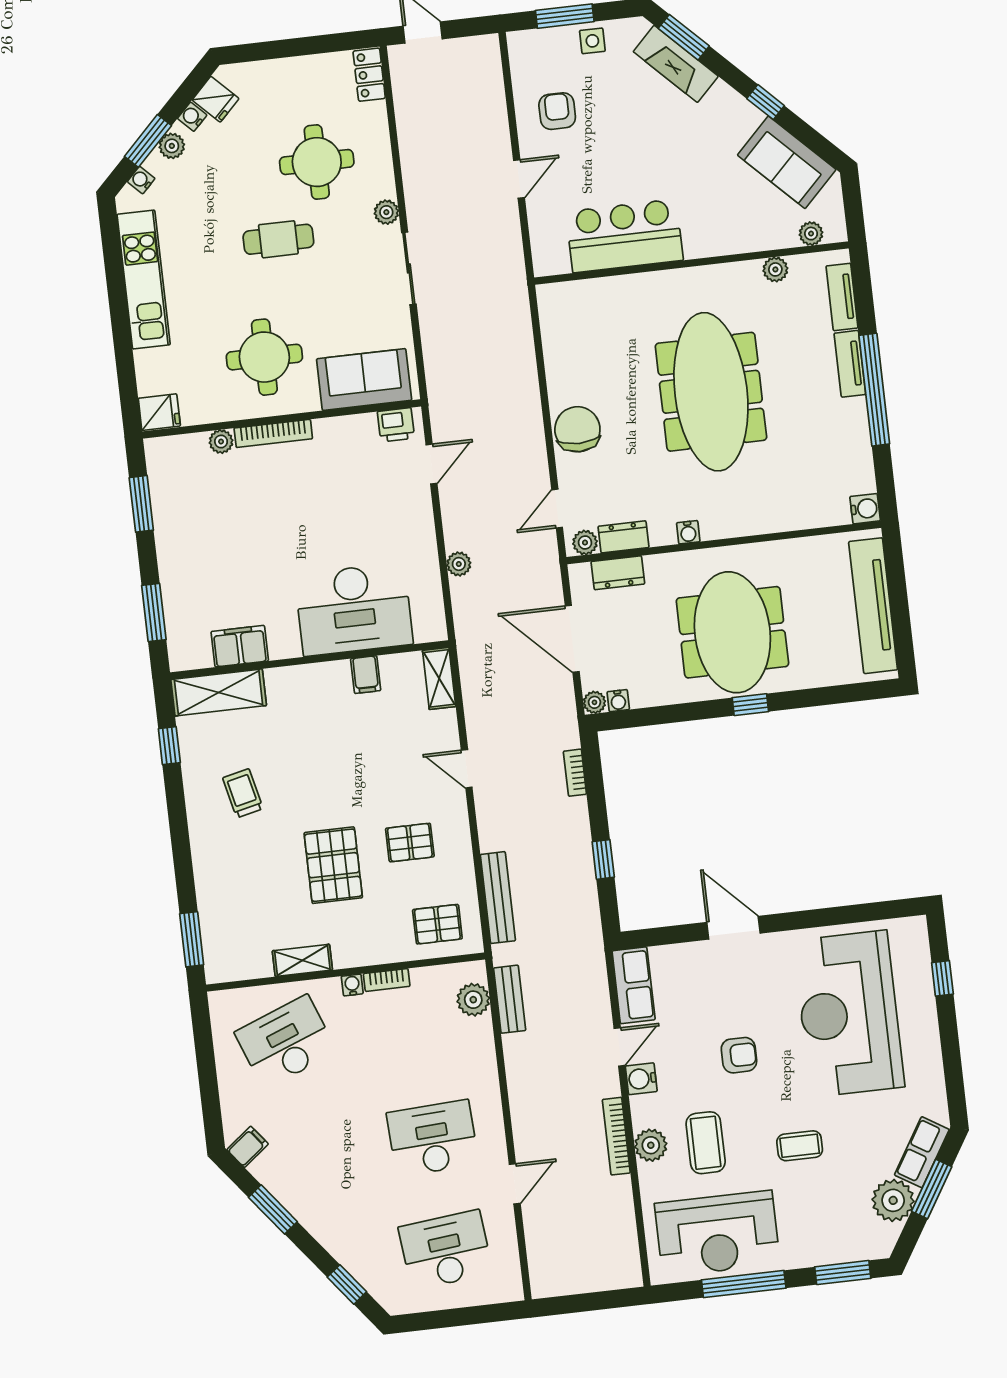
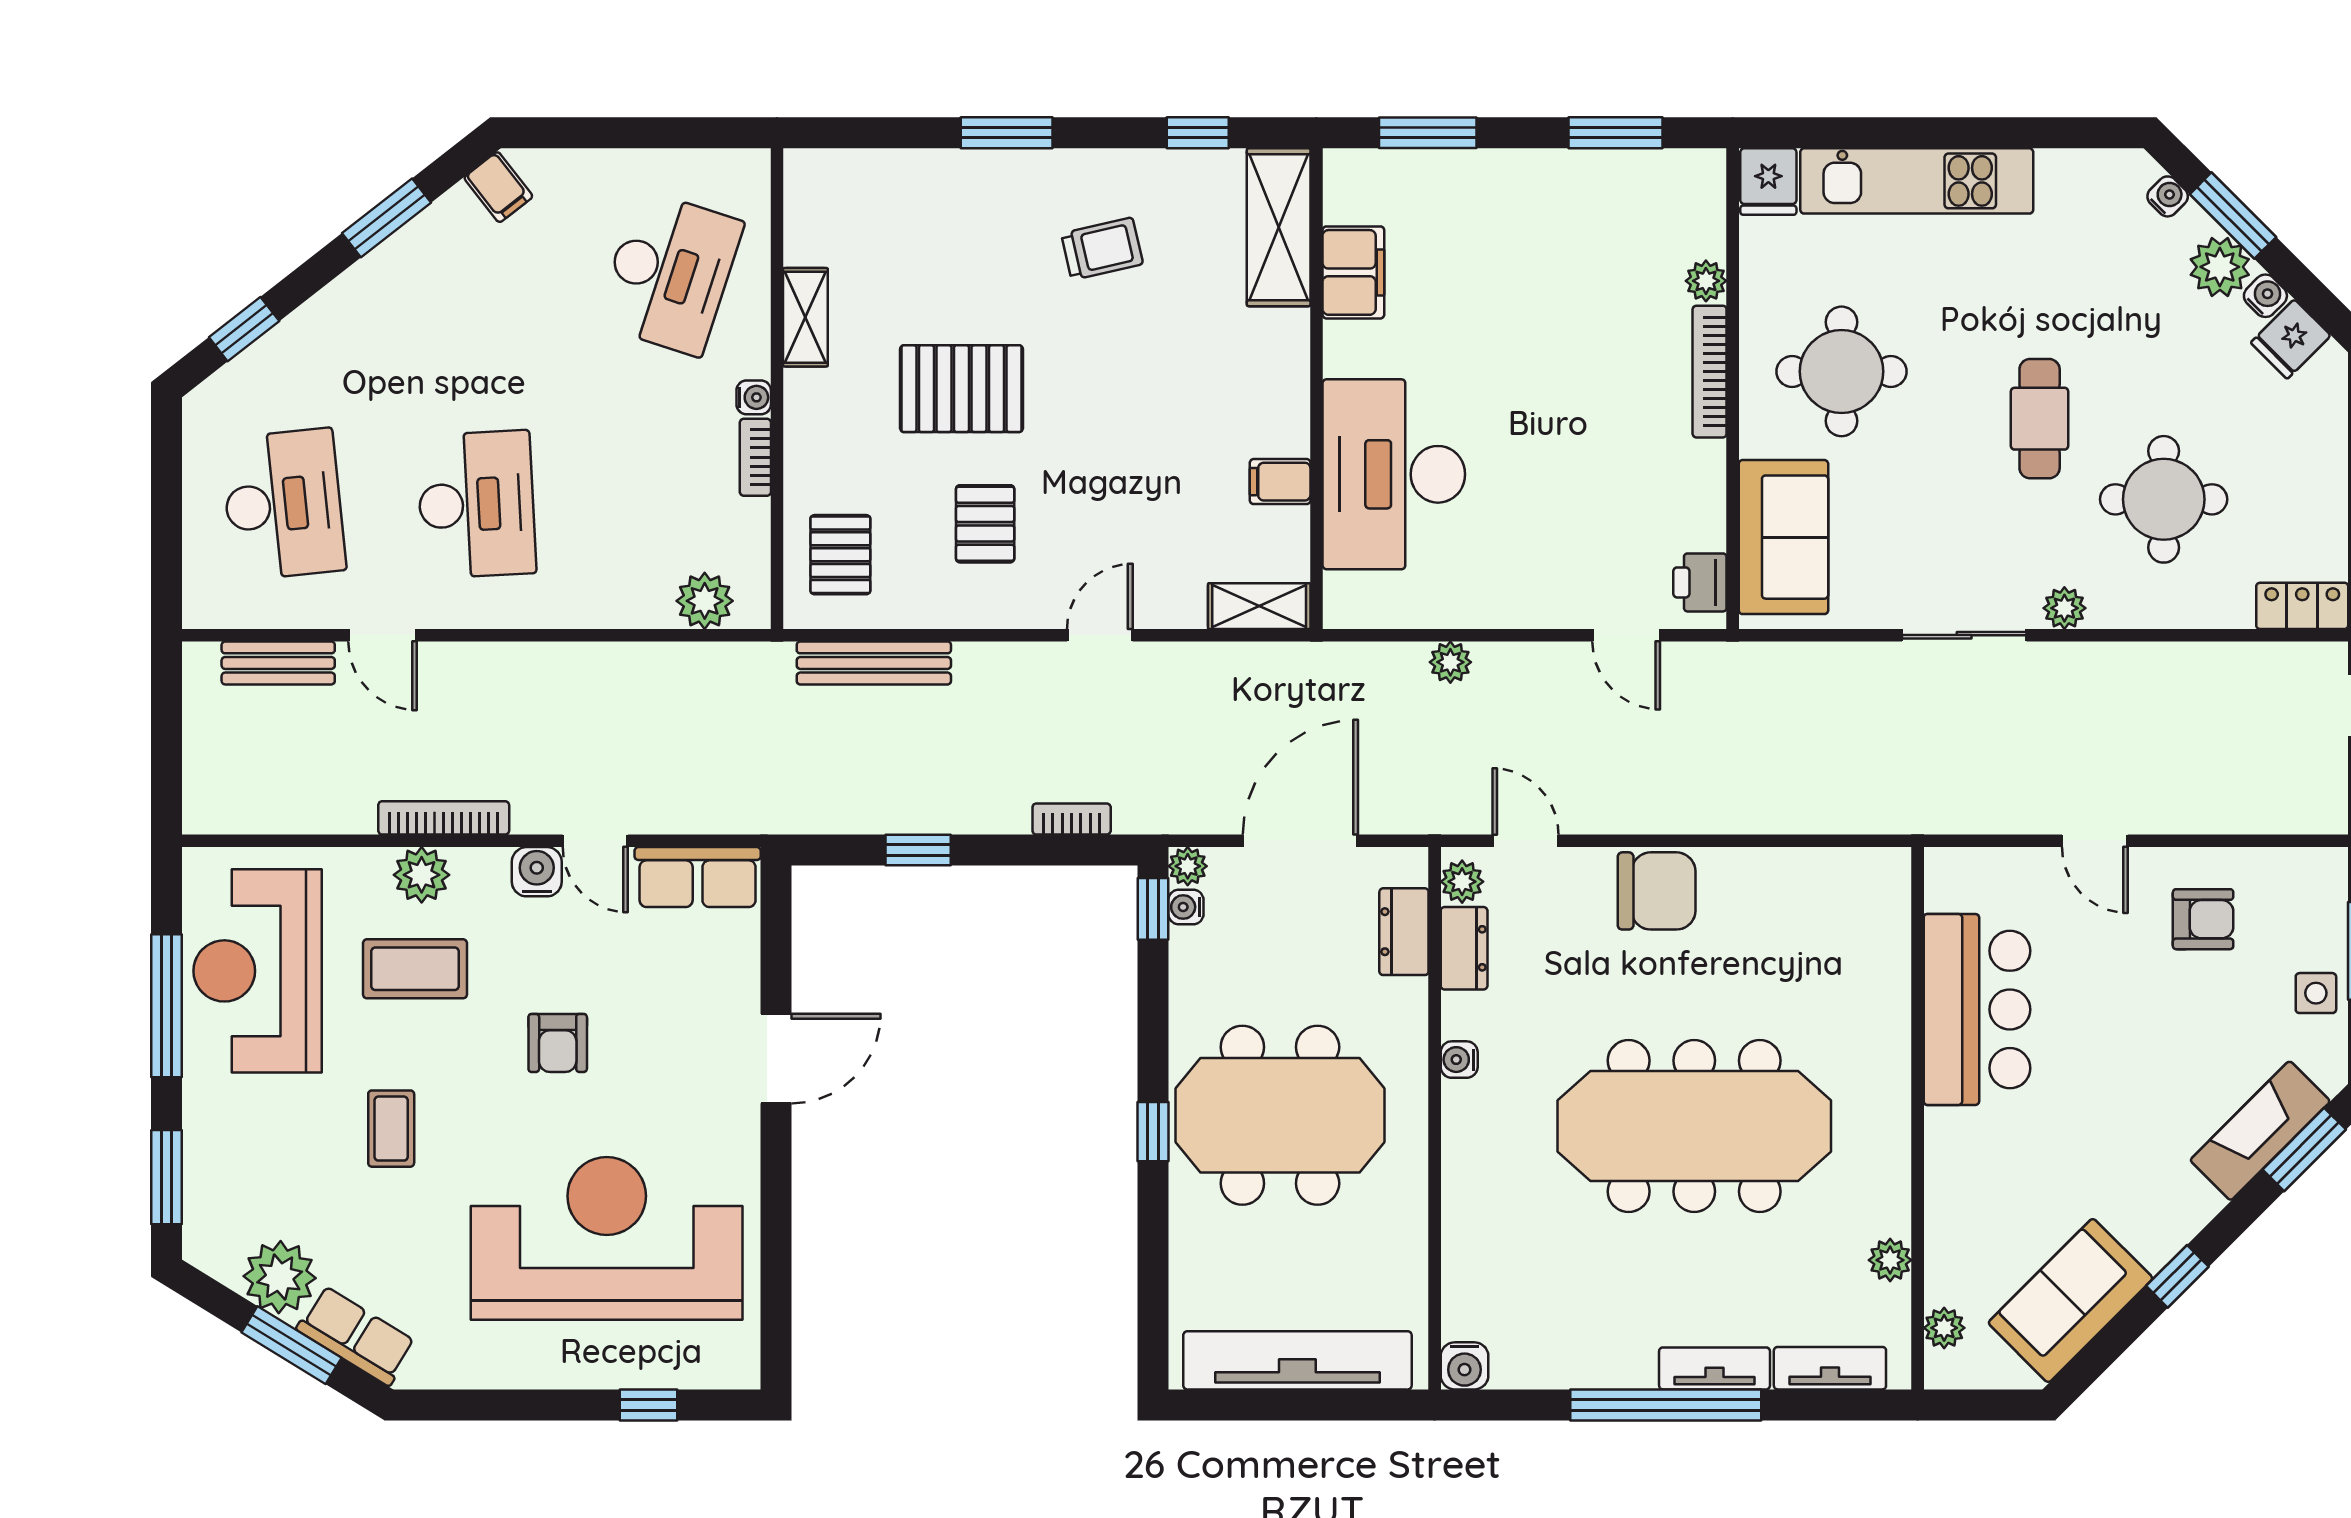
plant: (172, 146) -> (2220, 267), width x1.38, depth x1.38
kitchen unit: (144, 280) -> (1917, 181), moved
window: (621, 720) -> (1153, 909), added
window: (192, 939) -> (1007, 133), moved
bench: (510, 999) -> (278, 663), moved
desk: (286, 1042) -> (670, 273), turned 39

